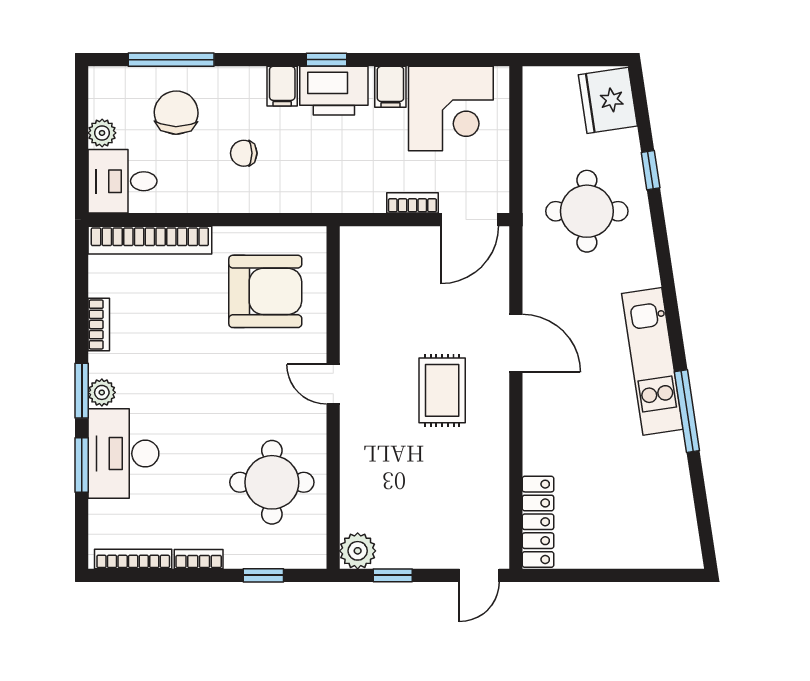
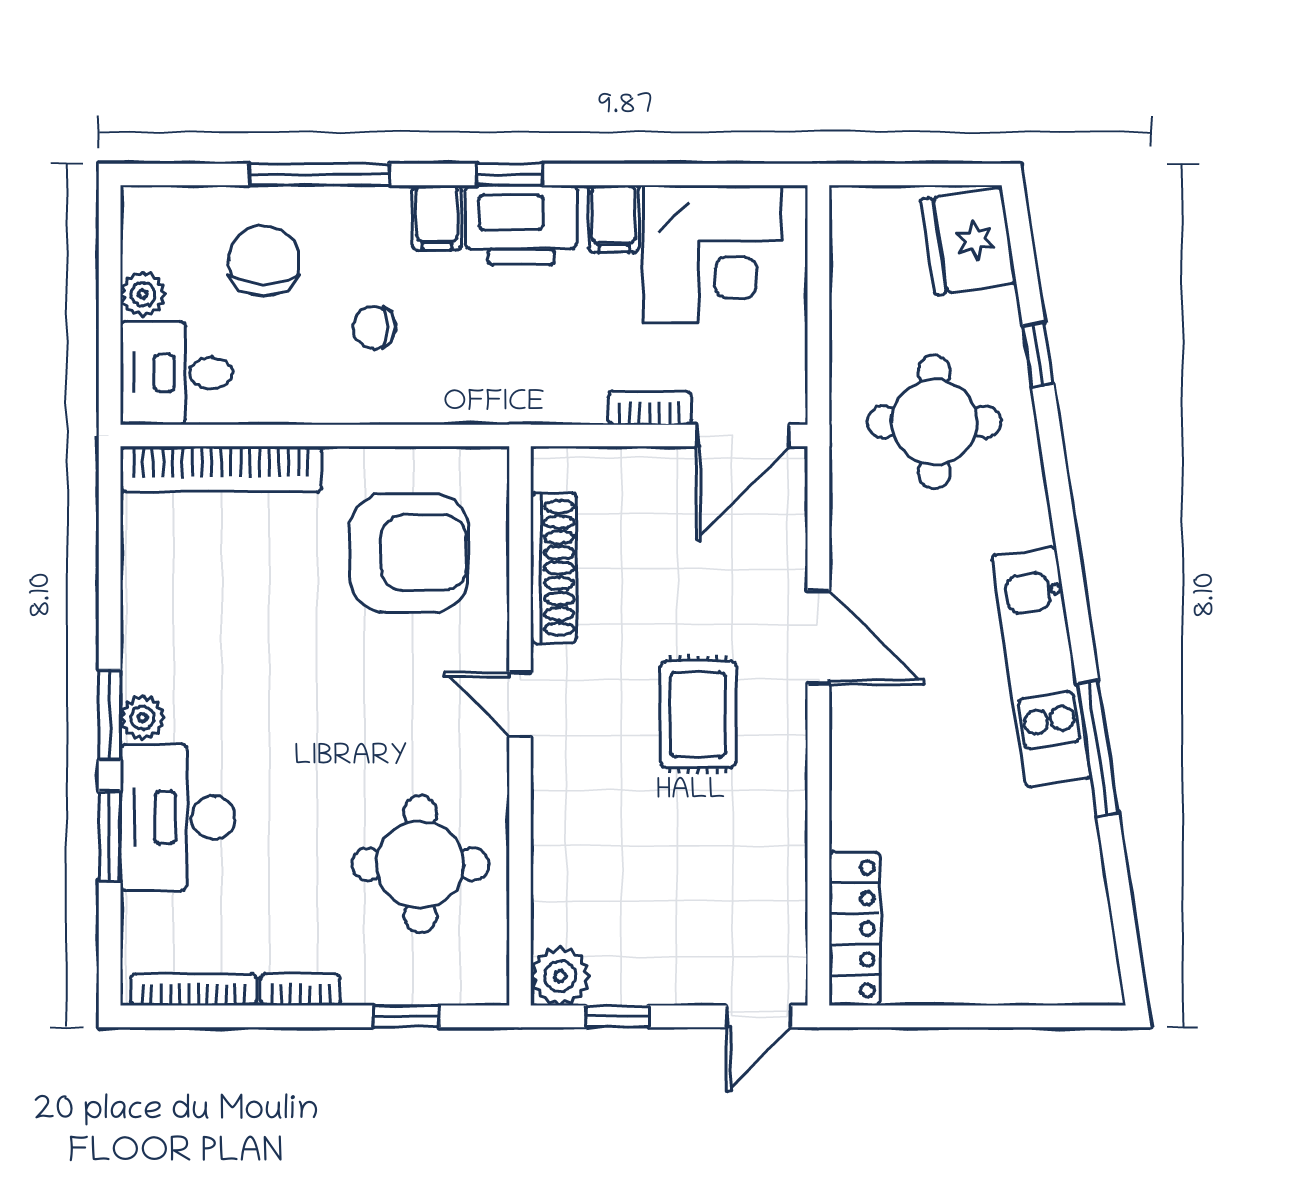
window: (171, 60) -> (319, 174), moved
shoe rack: (354, 301) -> (554, 568), added
bookcase: (99, 325) -> (137, 607), removed

